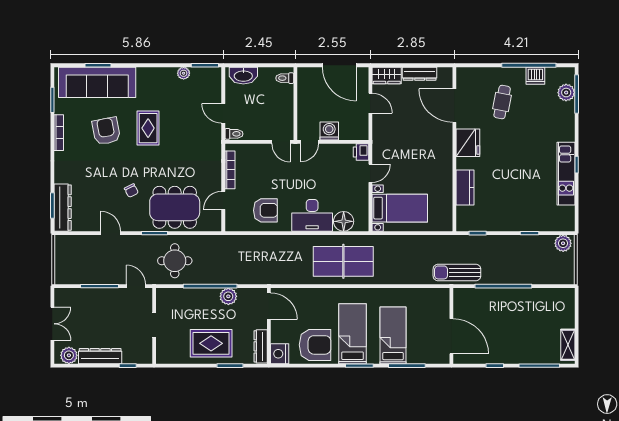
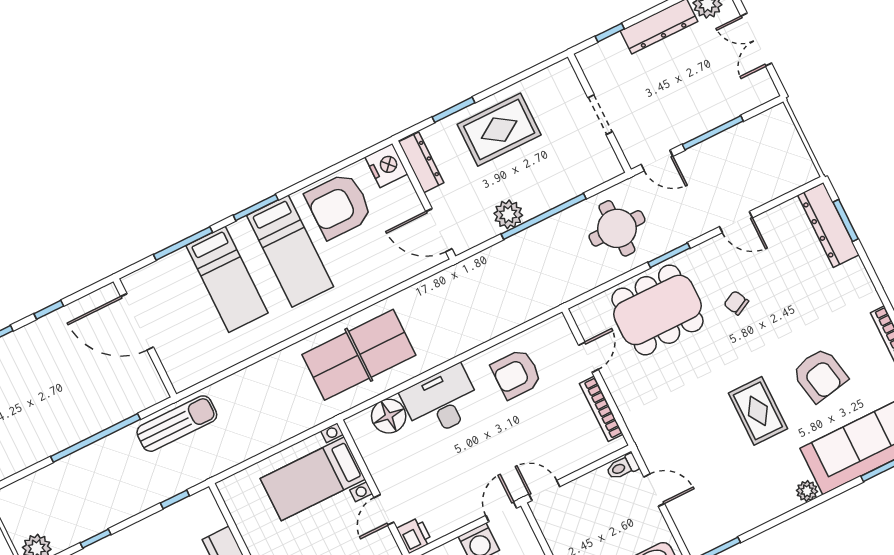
plant: (184, 73) -> (807, 491), moved

